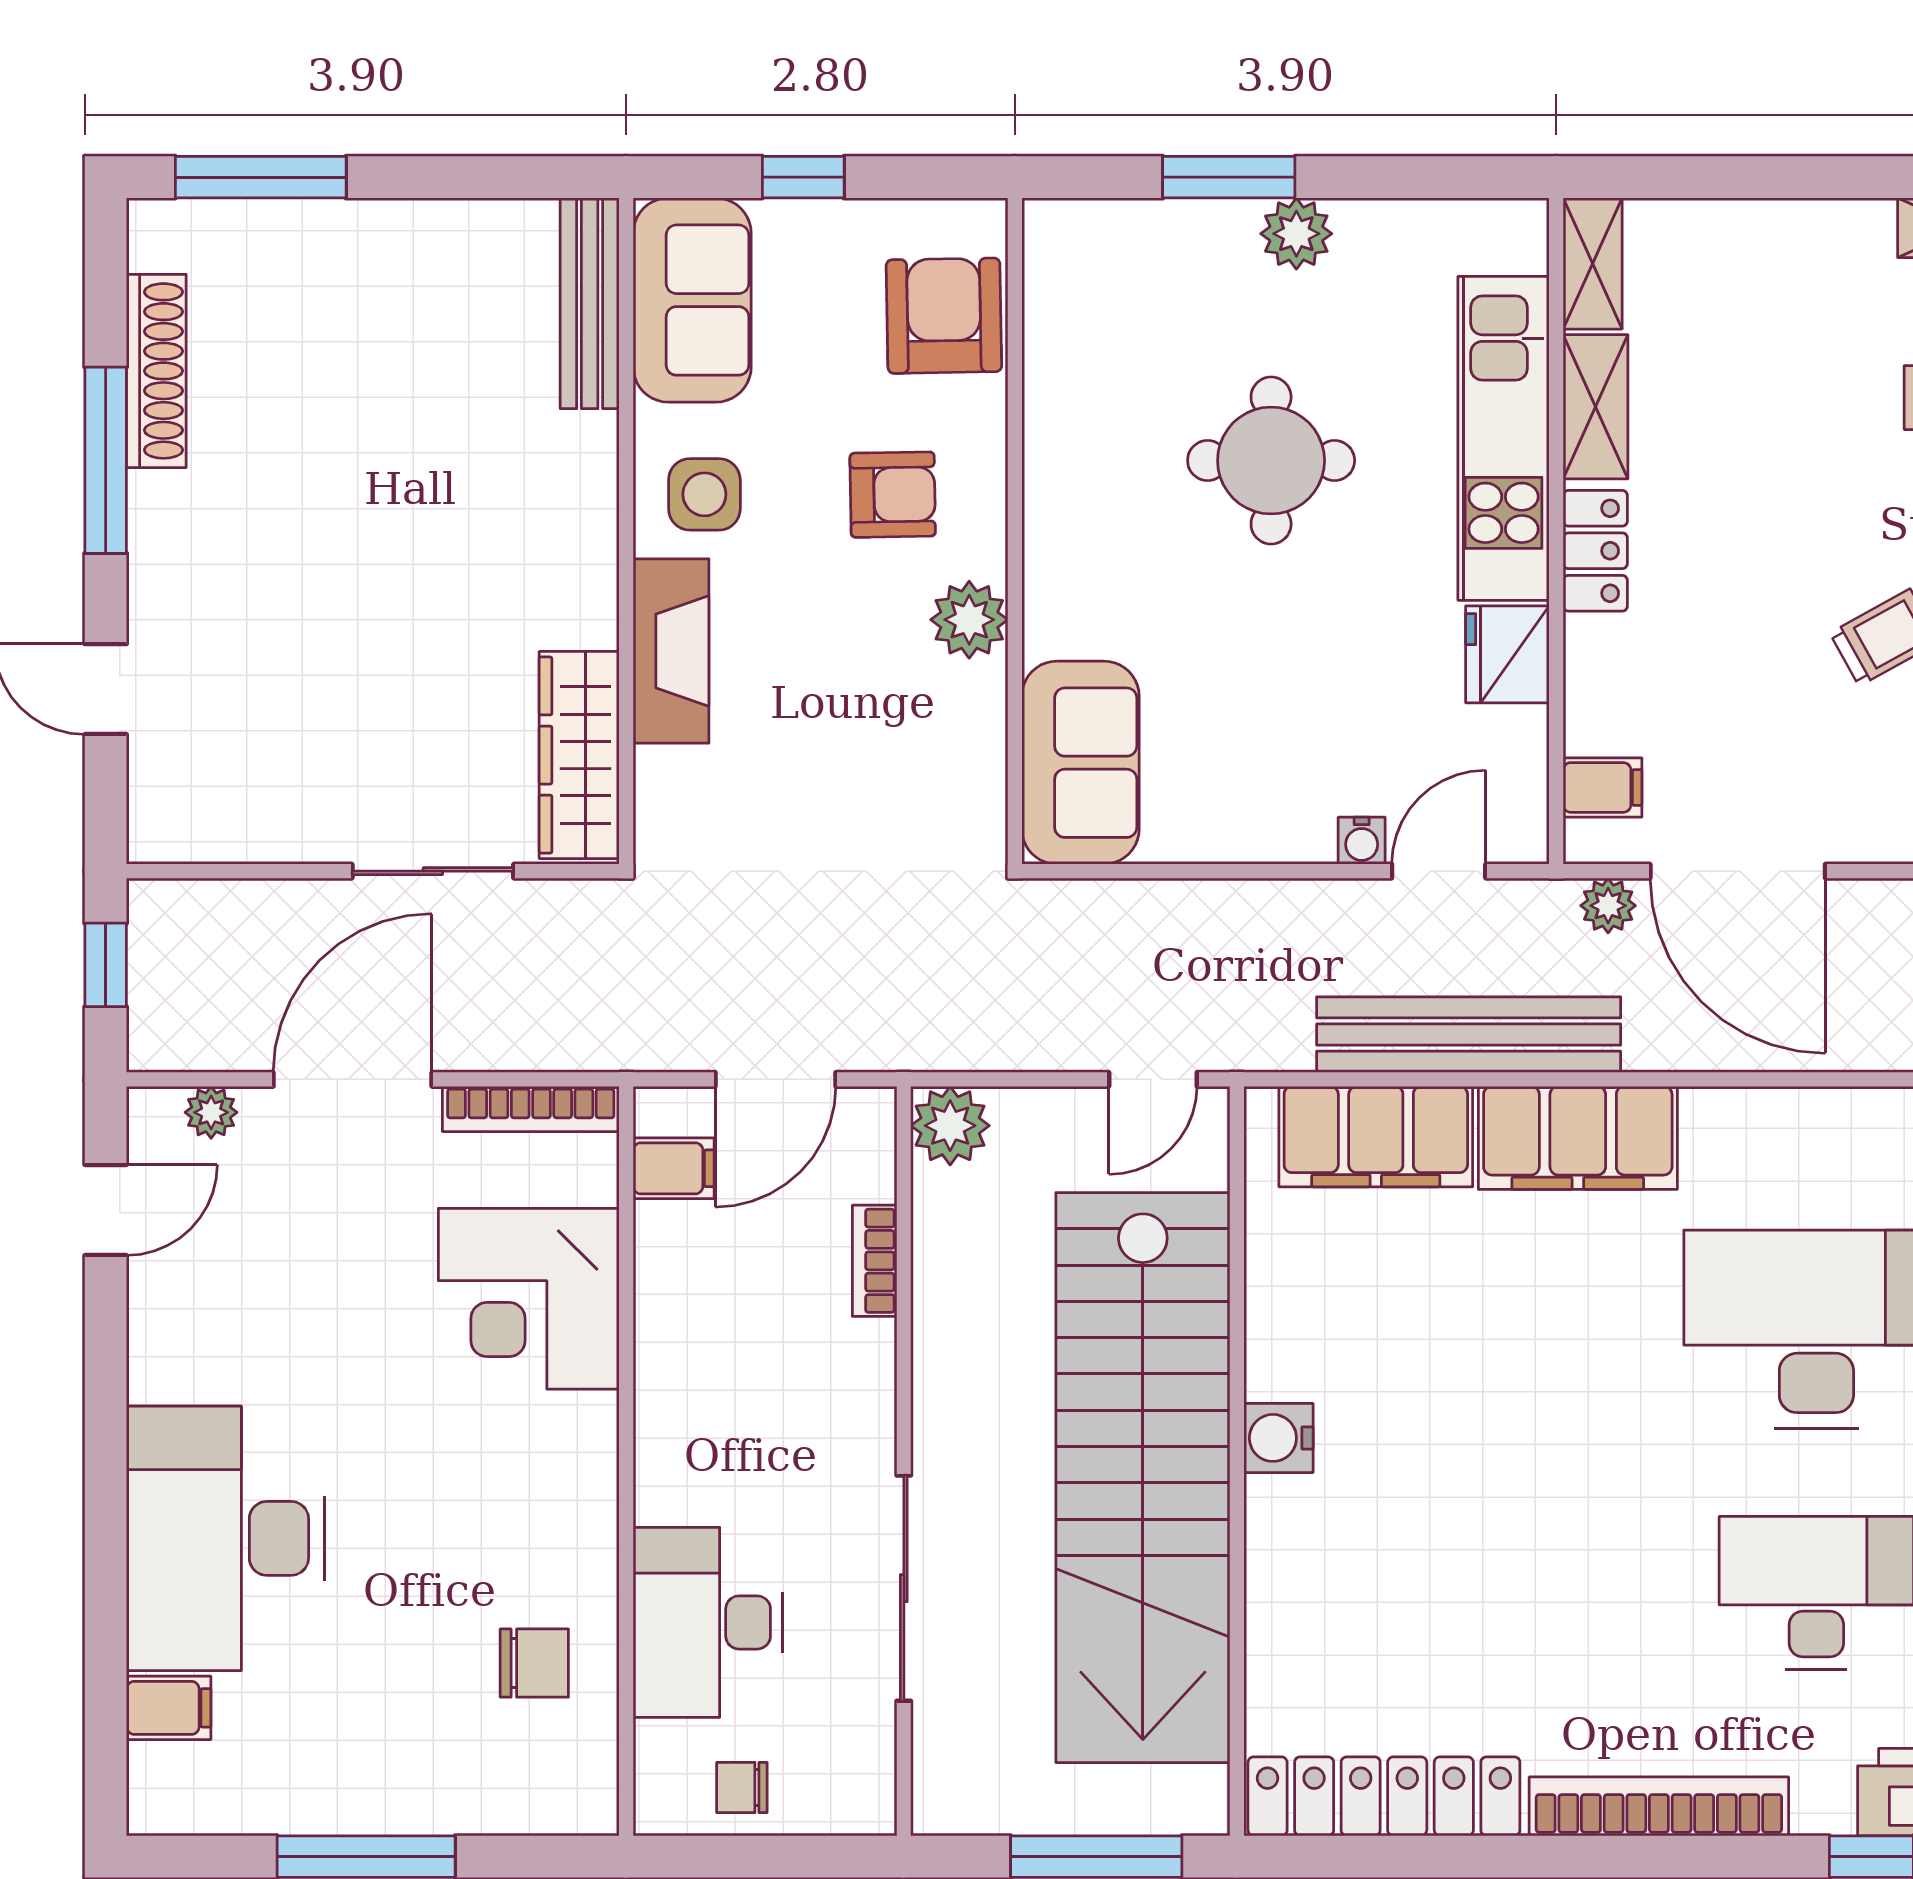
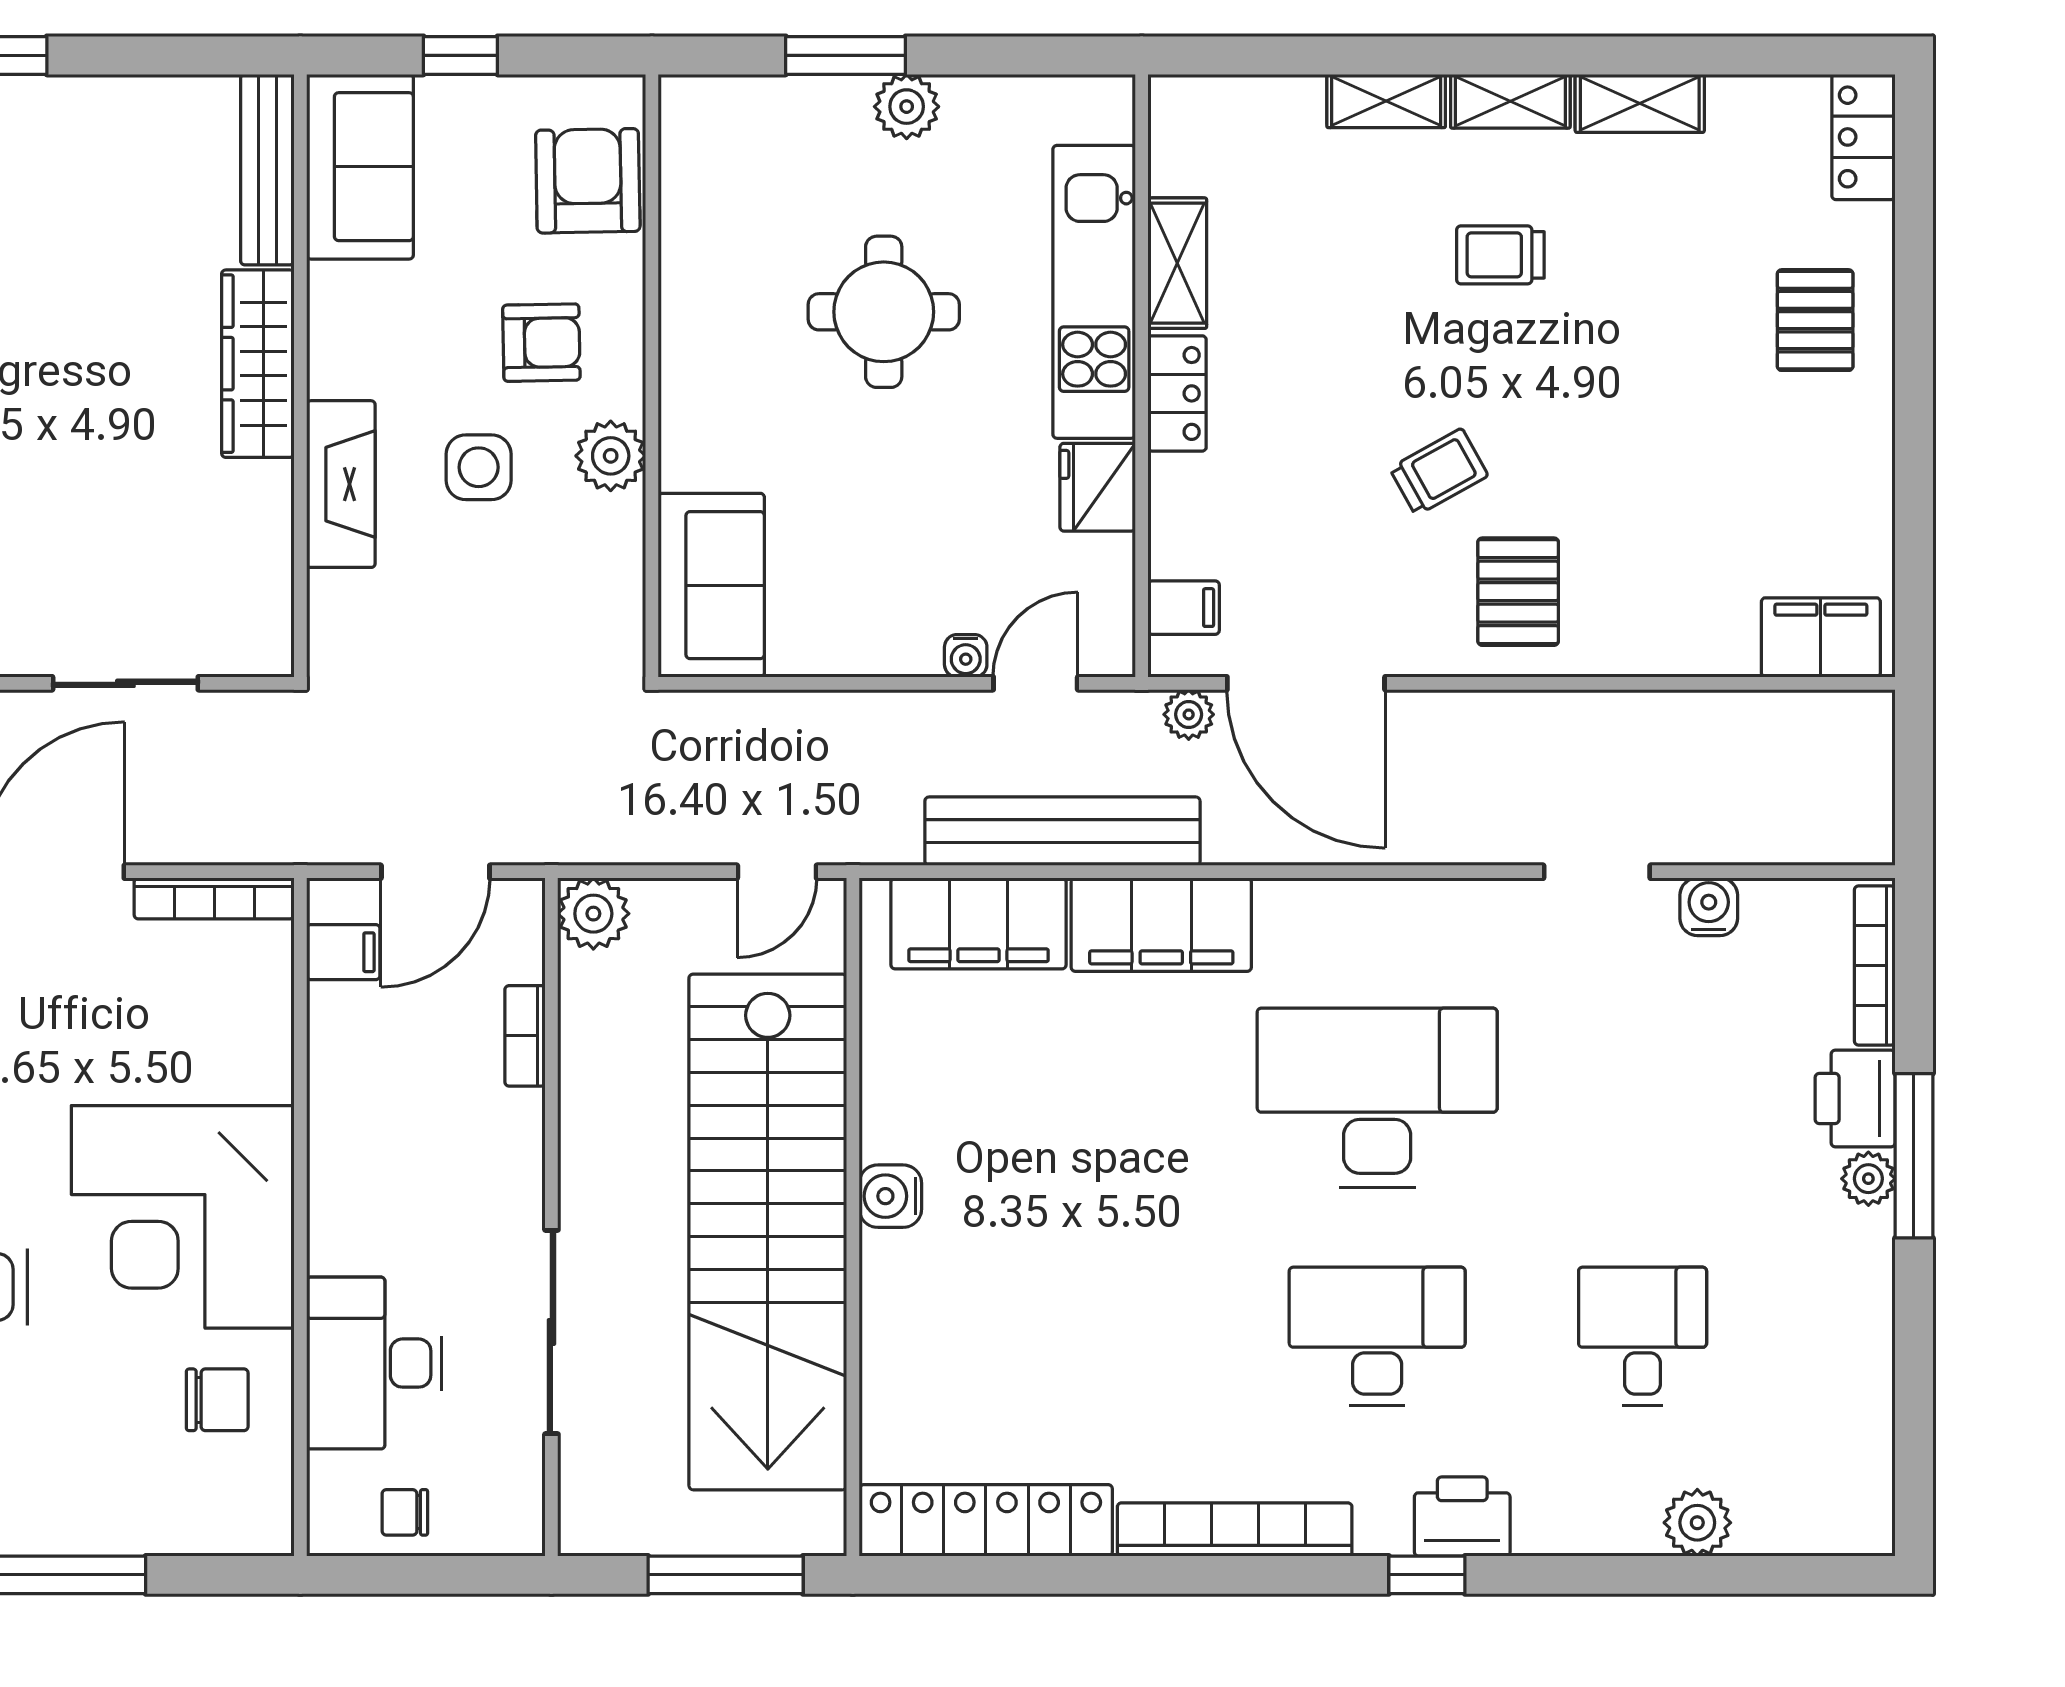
shelving: (1593, 264) -> (1386, 101), moved, turned 90
side table: (704, 494) -> (479, 467), moved
wardrobe: (579, 755) -> (258, 364), moved
corner desk: (529, 1299) -> (183, 1217), moved, width x1.36, depth x1.36

